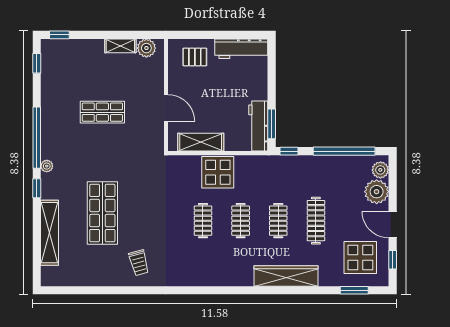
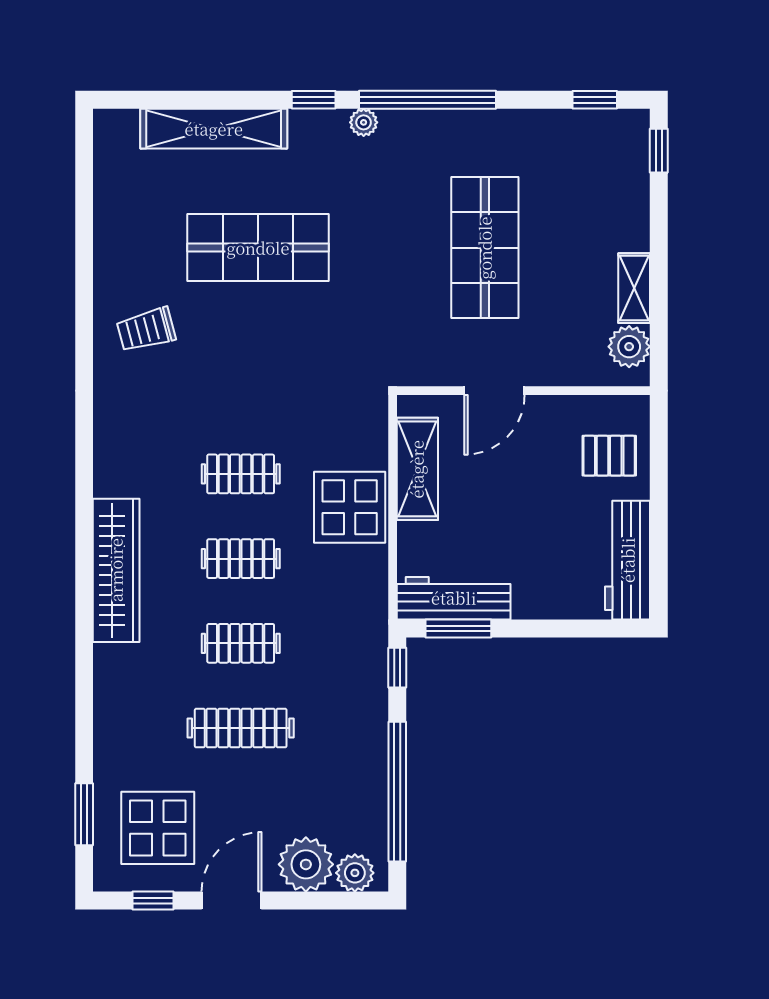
pallet: (195, 57) -> (609, 456), turned 90
shop shelf: (102, 112) -> (485, 248), width x1.43, depth x1.36
wardrobe: (286, 276) -> (116, 570), moved

